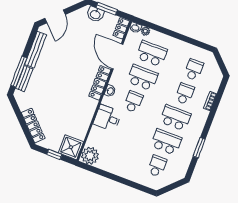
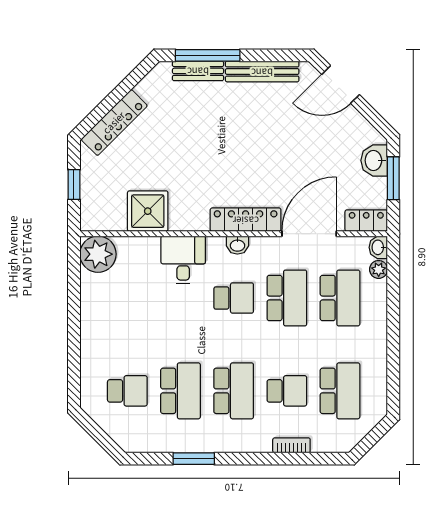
school desk: (194, 70) -> (340, 391), width x1.85
shower: (71, 147) -> (148, 211), moved

